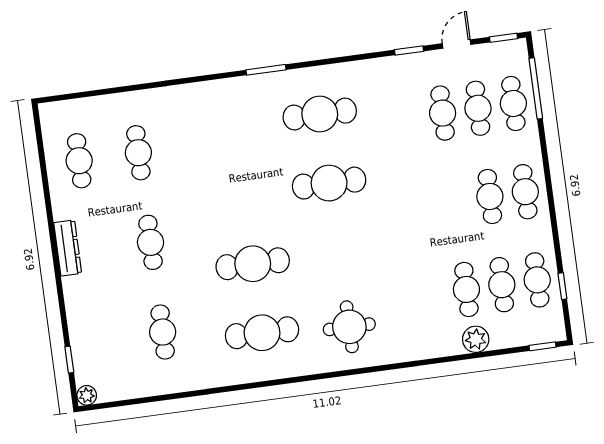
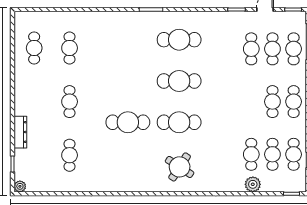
dresser: (68, 248) -> (20, 132), moved
round table: (349, 327) -> (180, 167), turned 33
cafe table: (262, 333) -> (179, 122), moved

